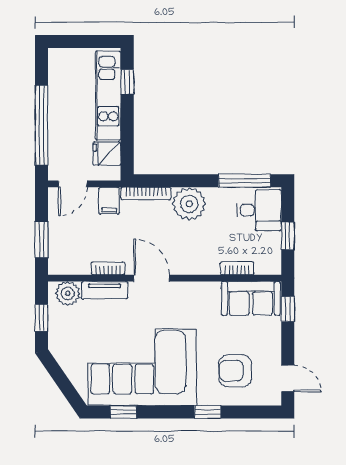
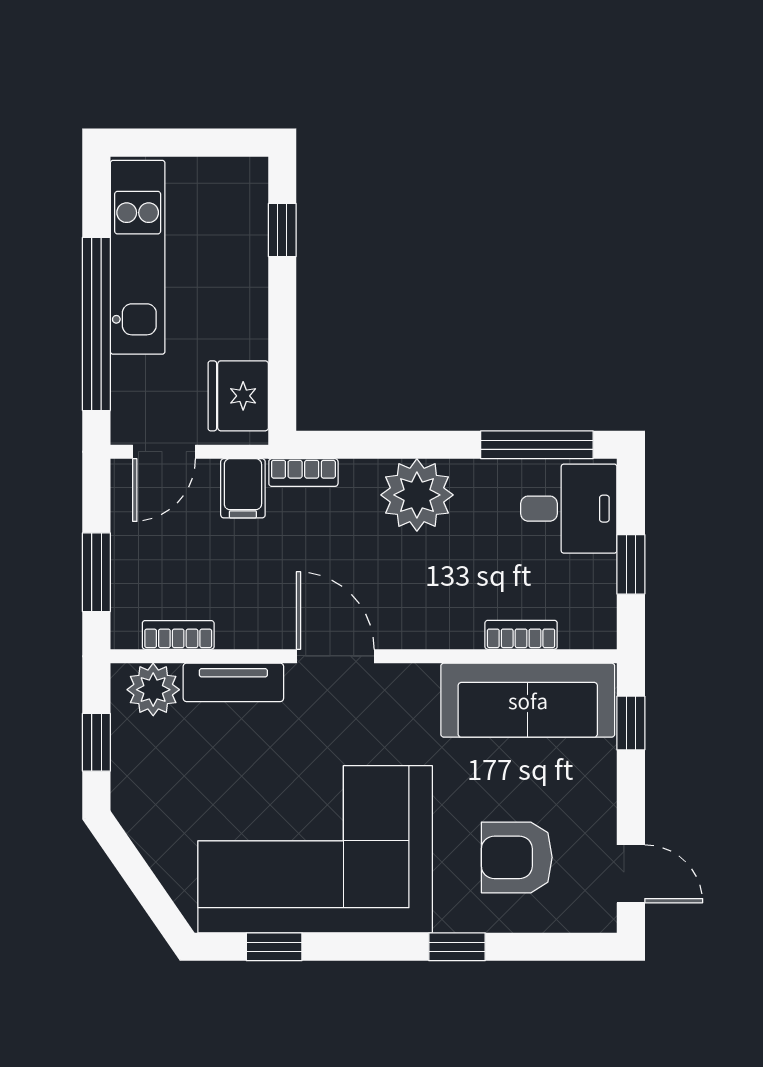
kitchen unit: (108, 96) -> (138, 257), moved, turned 180
fridge: (107, 154) -> (238, 396), width x1.38
bookcase: (146, 194) -> (303, 473), width x0.64
bookcase: (108, 268) -> (178, 635), moved
sofa: (251, 298) -> (528, 700), width x1.36

